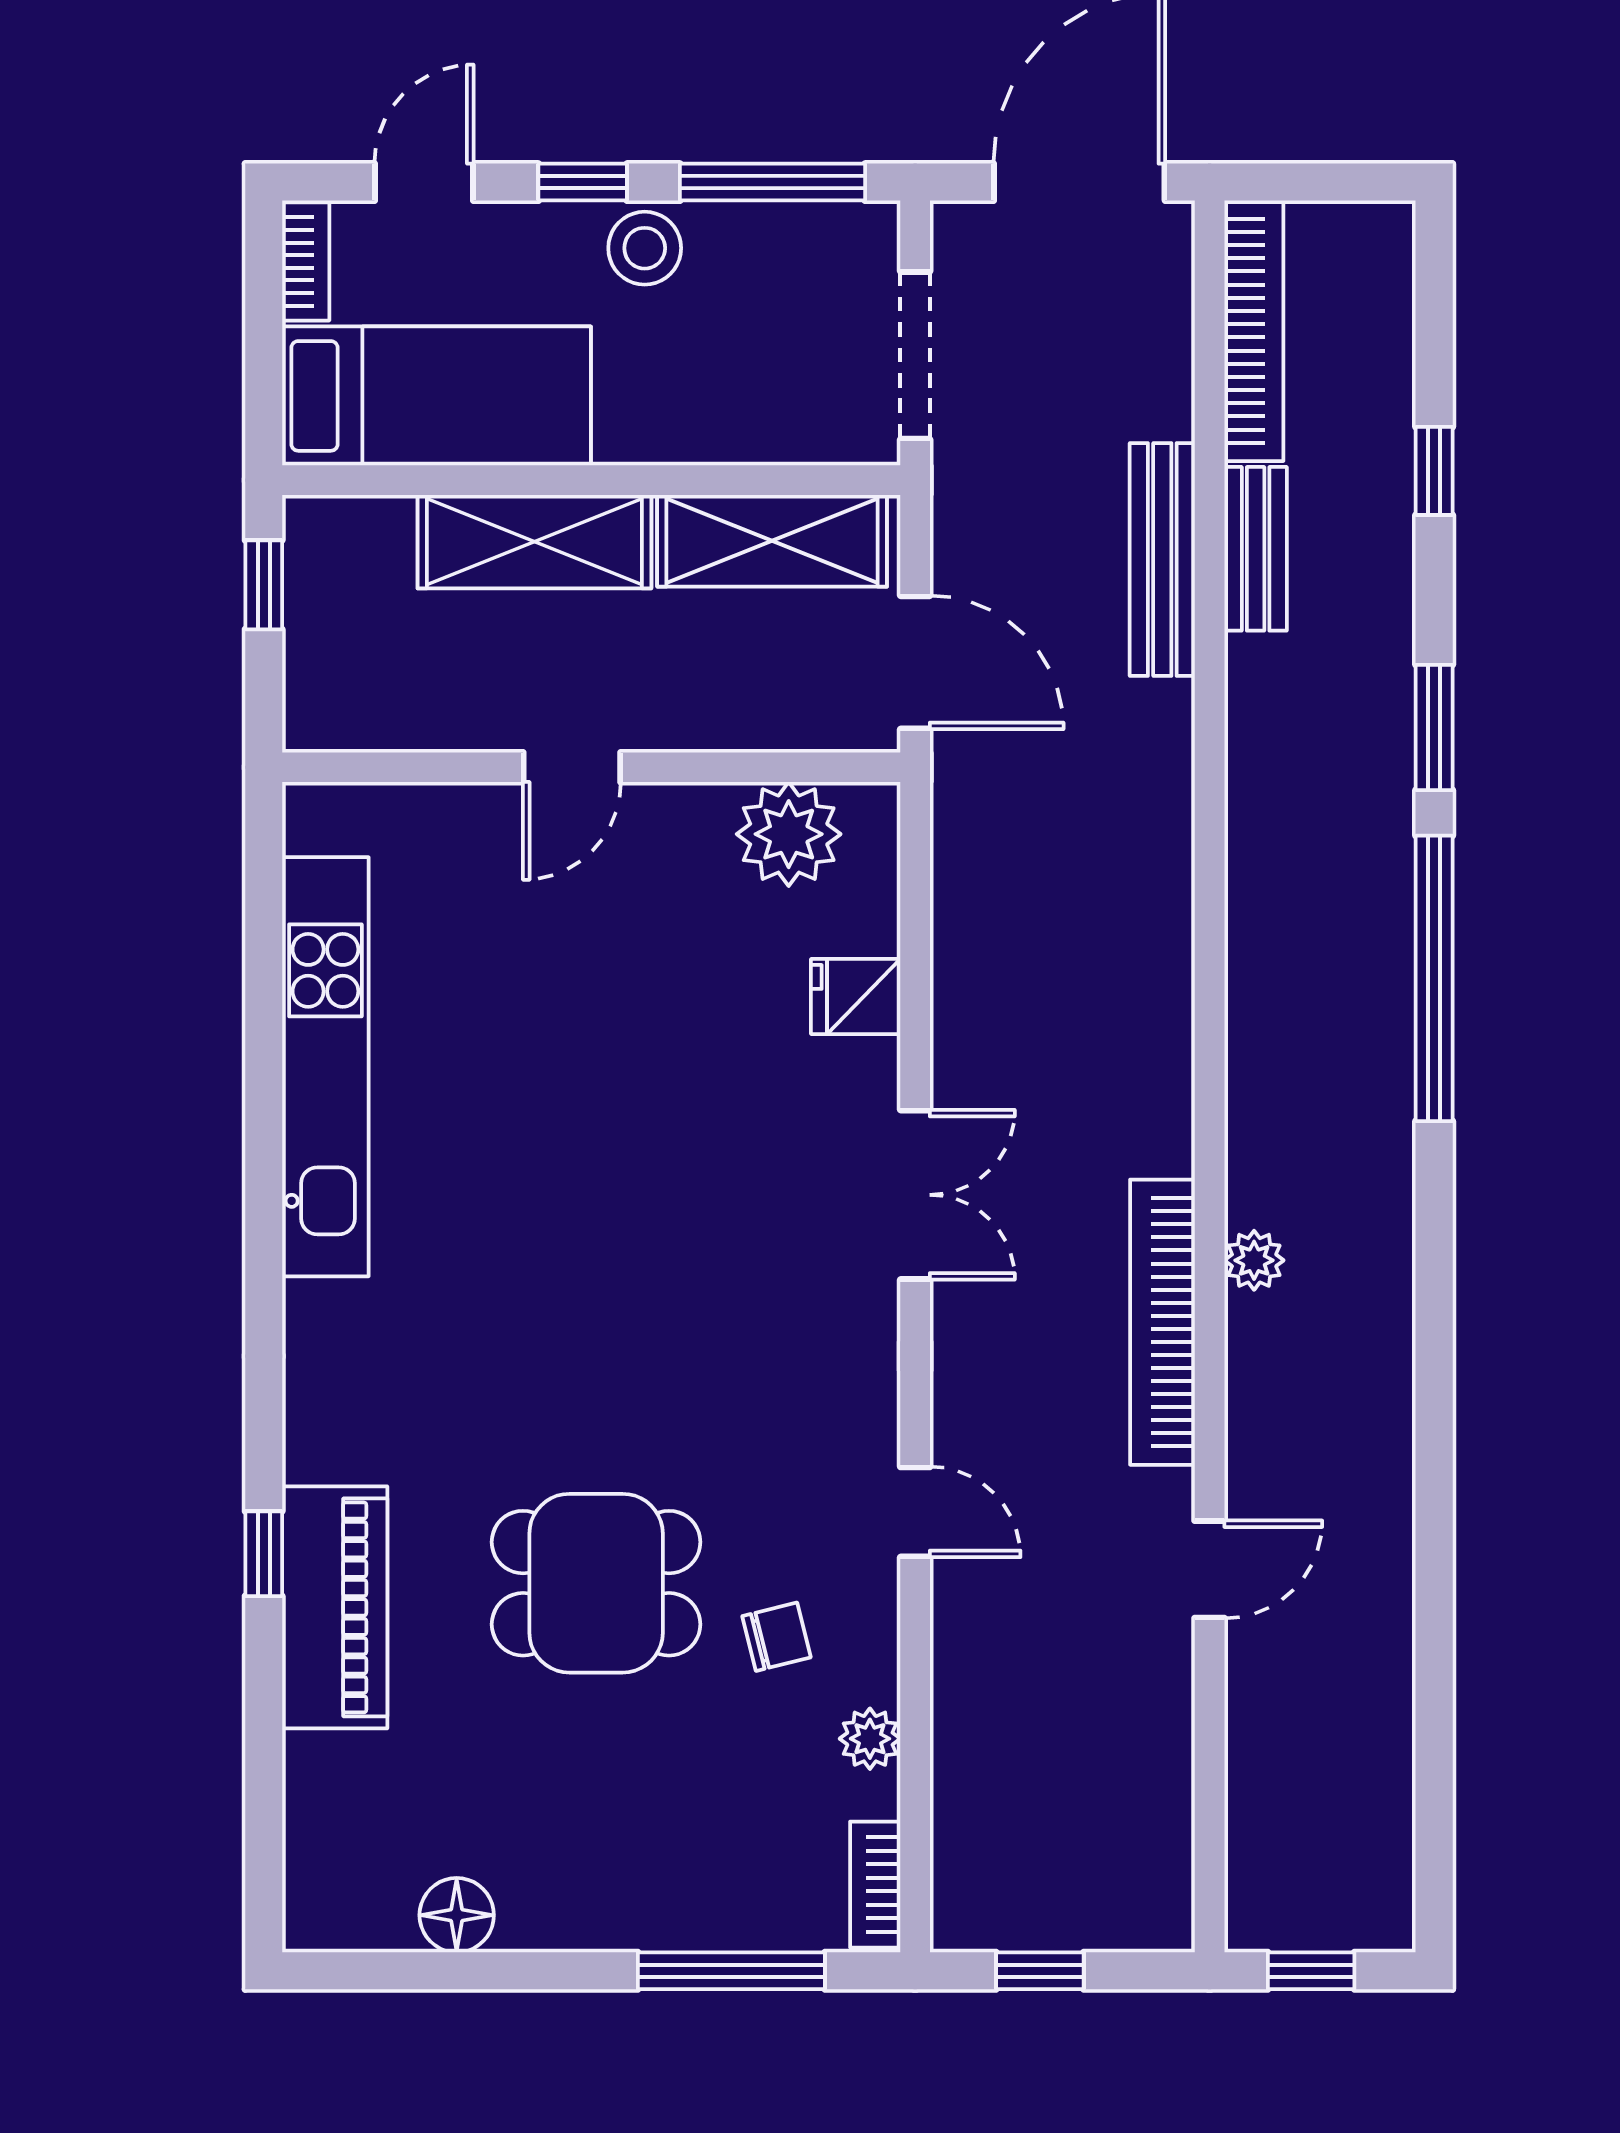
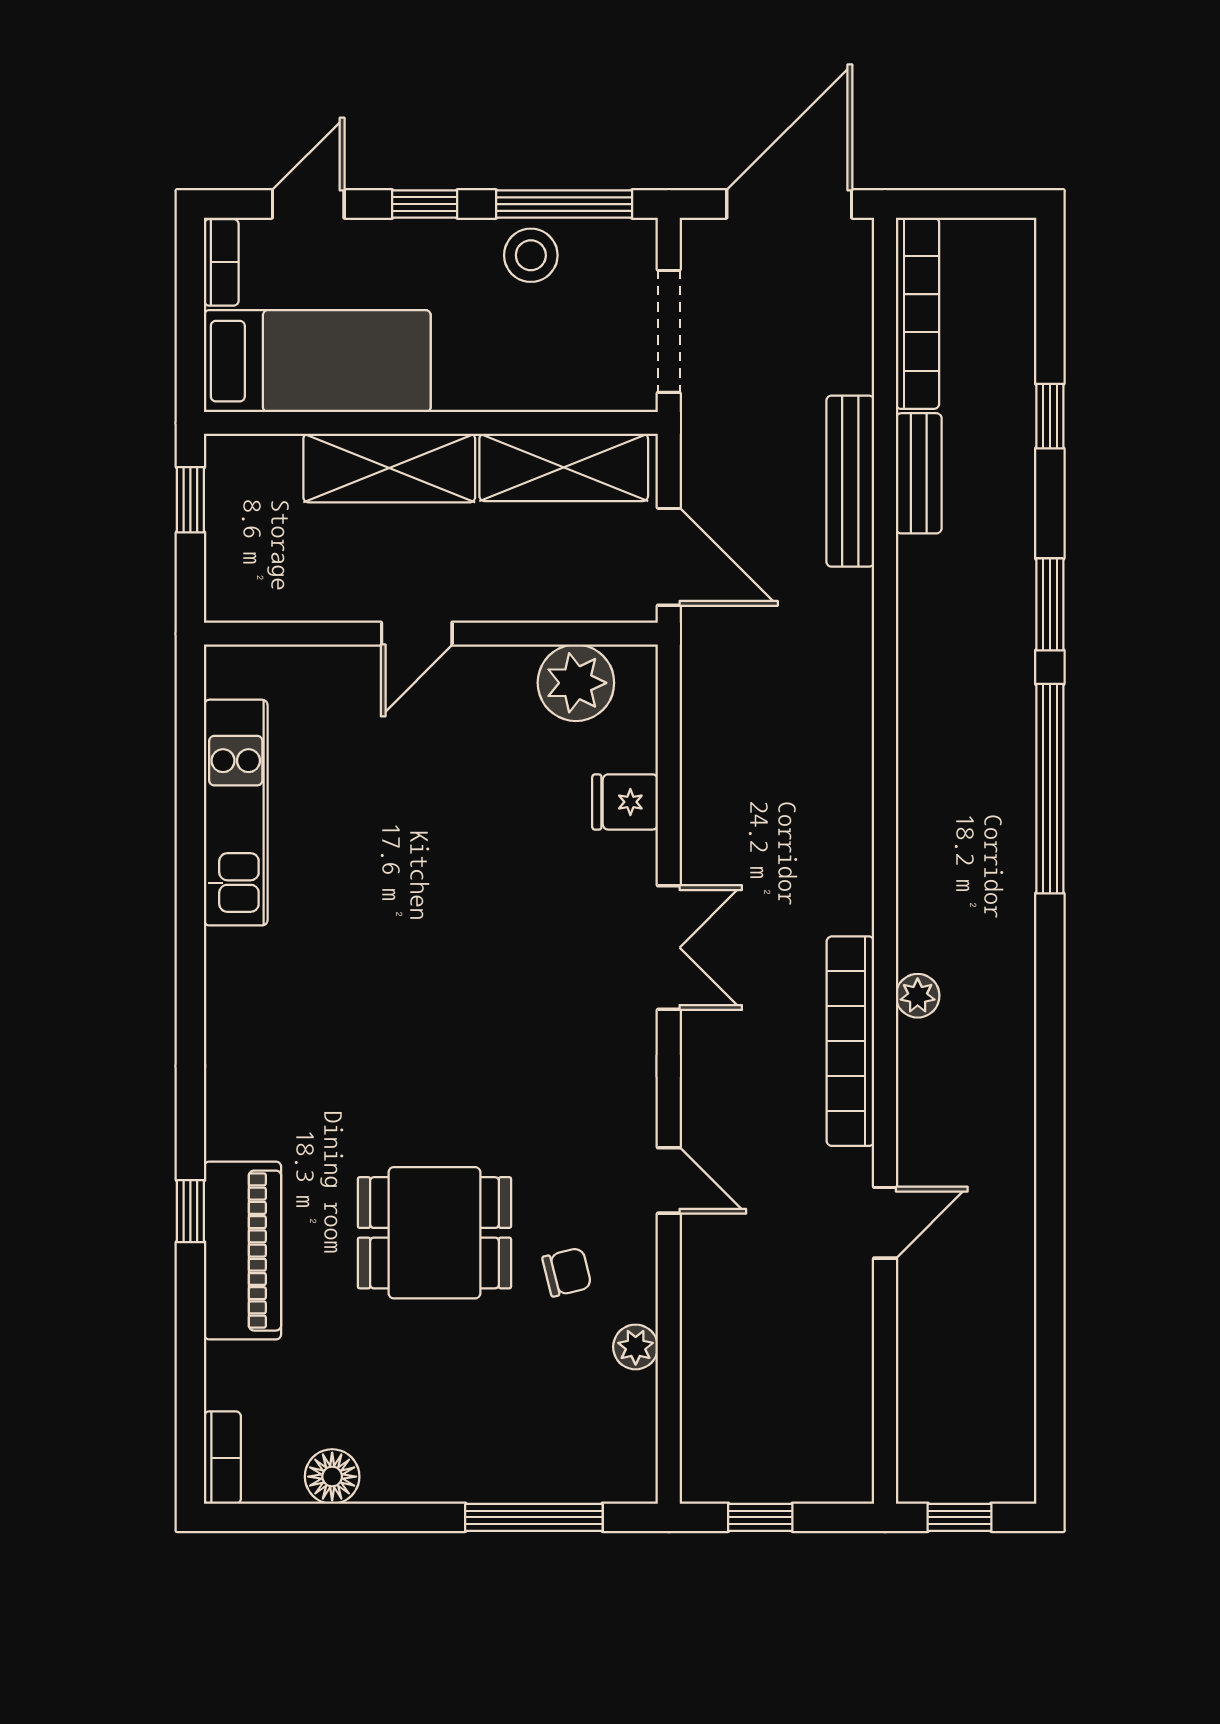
stool: (645, 248) -> (531, 255), moved
kitchen unit: (325, 1067) -> (236, 813), width x0.73
bookcase: (875, 1885) -> (222, 1458), moved, turned 180

